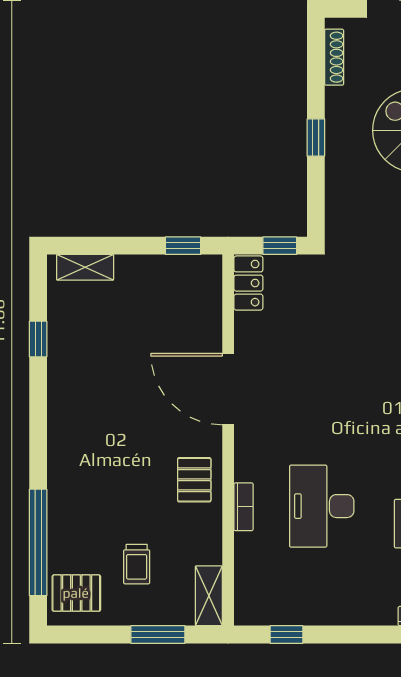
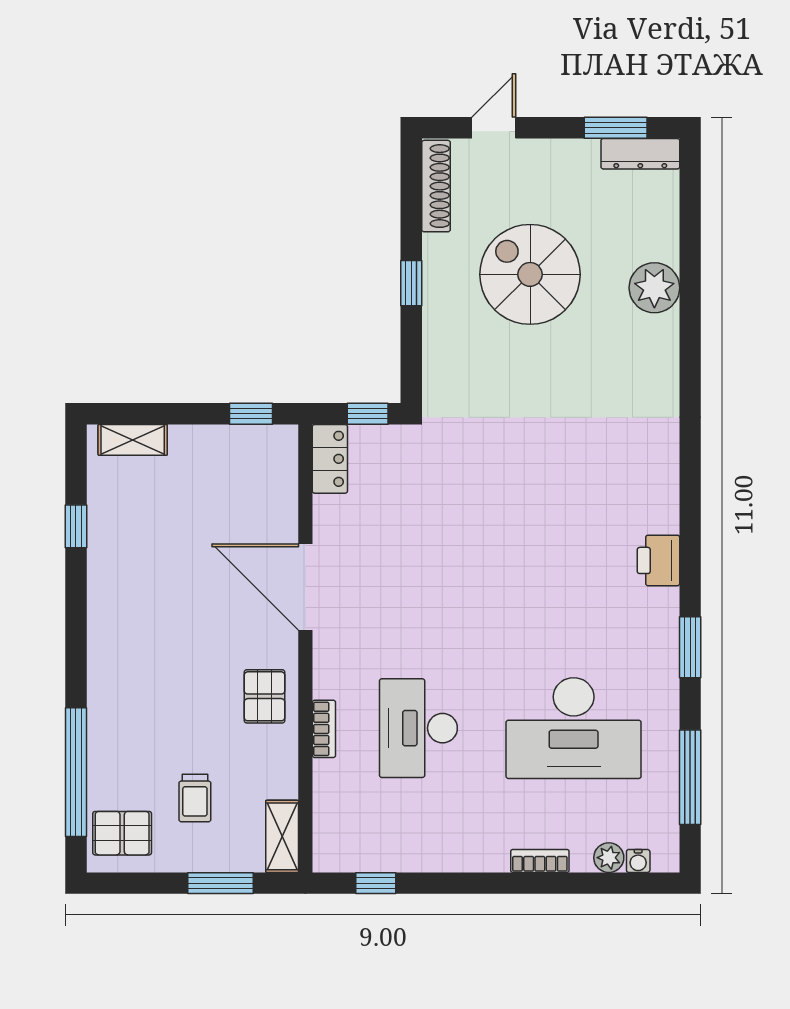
shoe rack: (334, 57) -> (436, 186), width x1.36, depth x1.24

